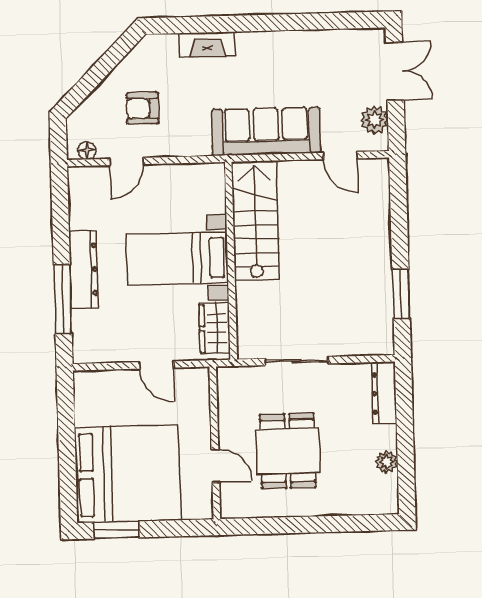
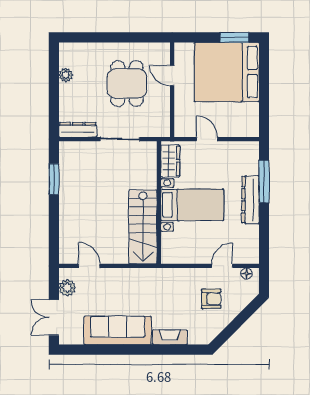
sofa: (266, 131) -> (118, 330), moved, turned 180
dresser: (384, 393) -> (78, 130), moved, turned -90

